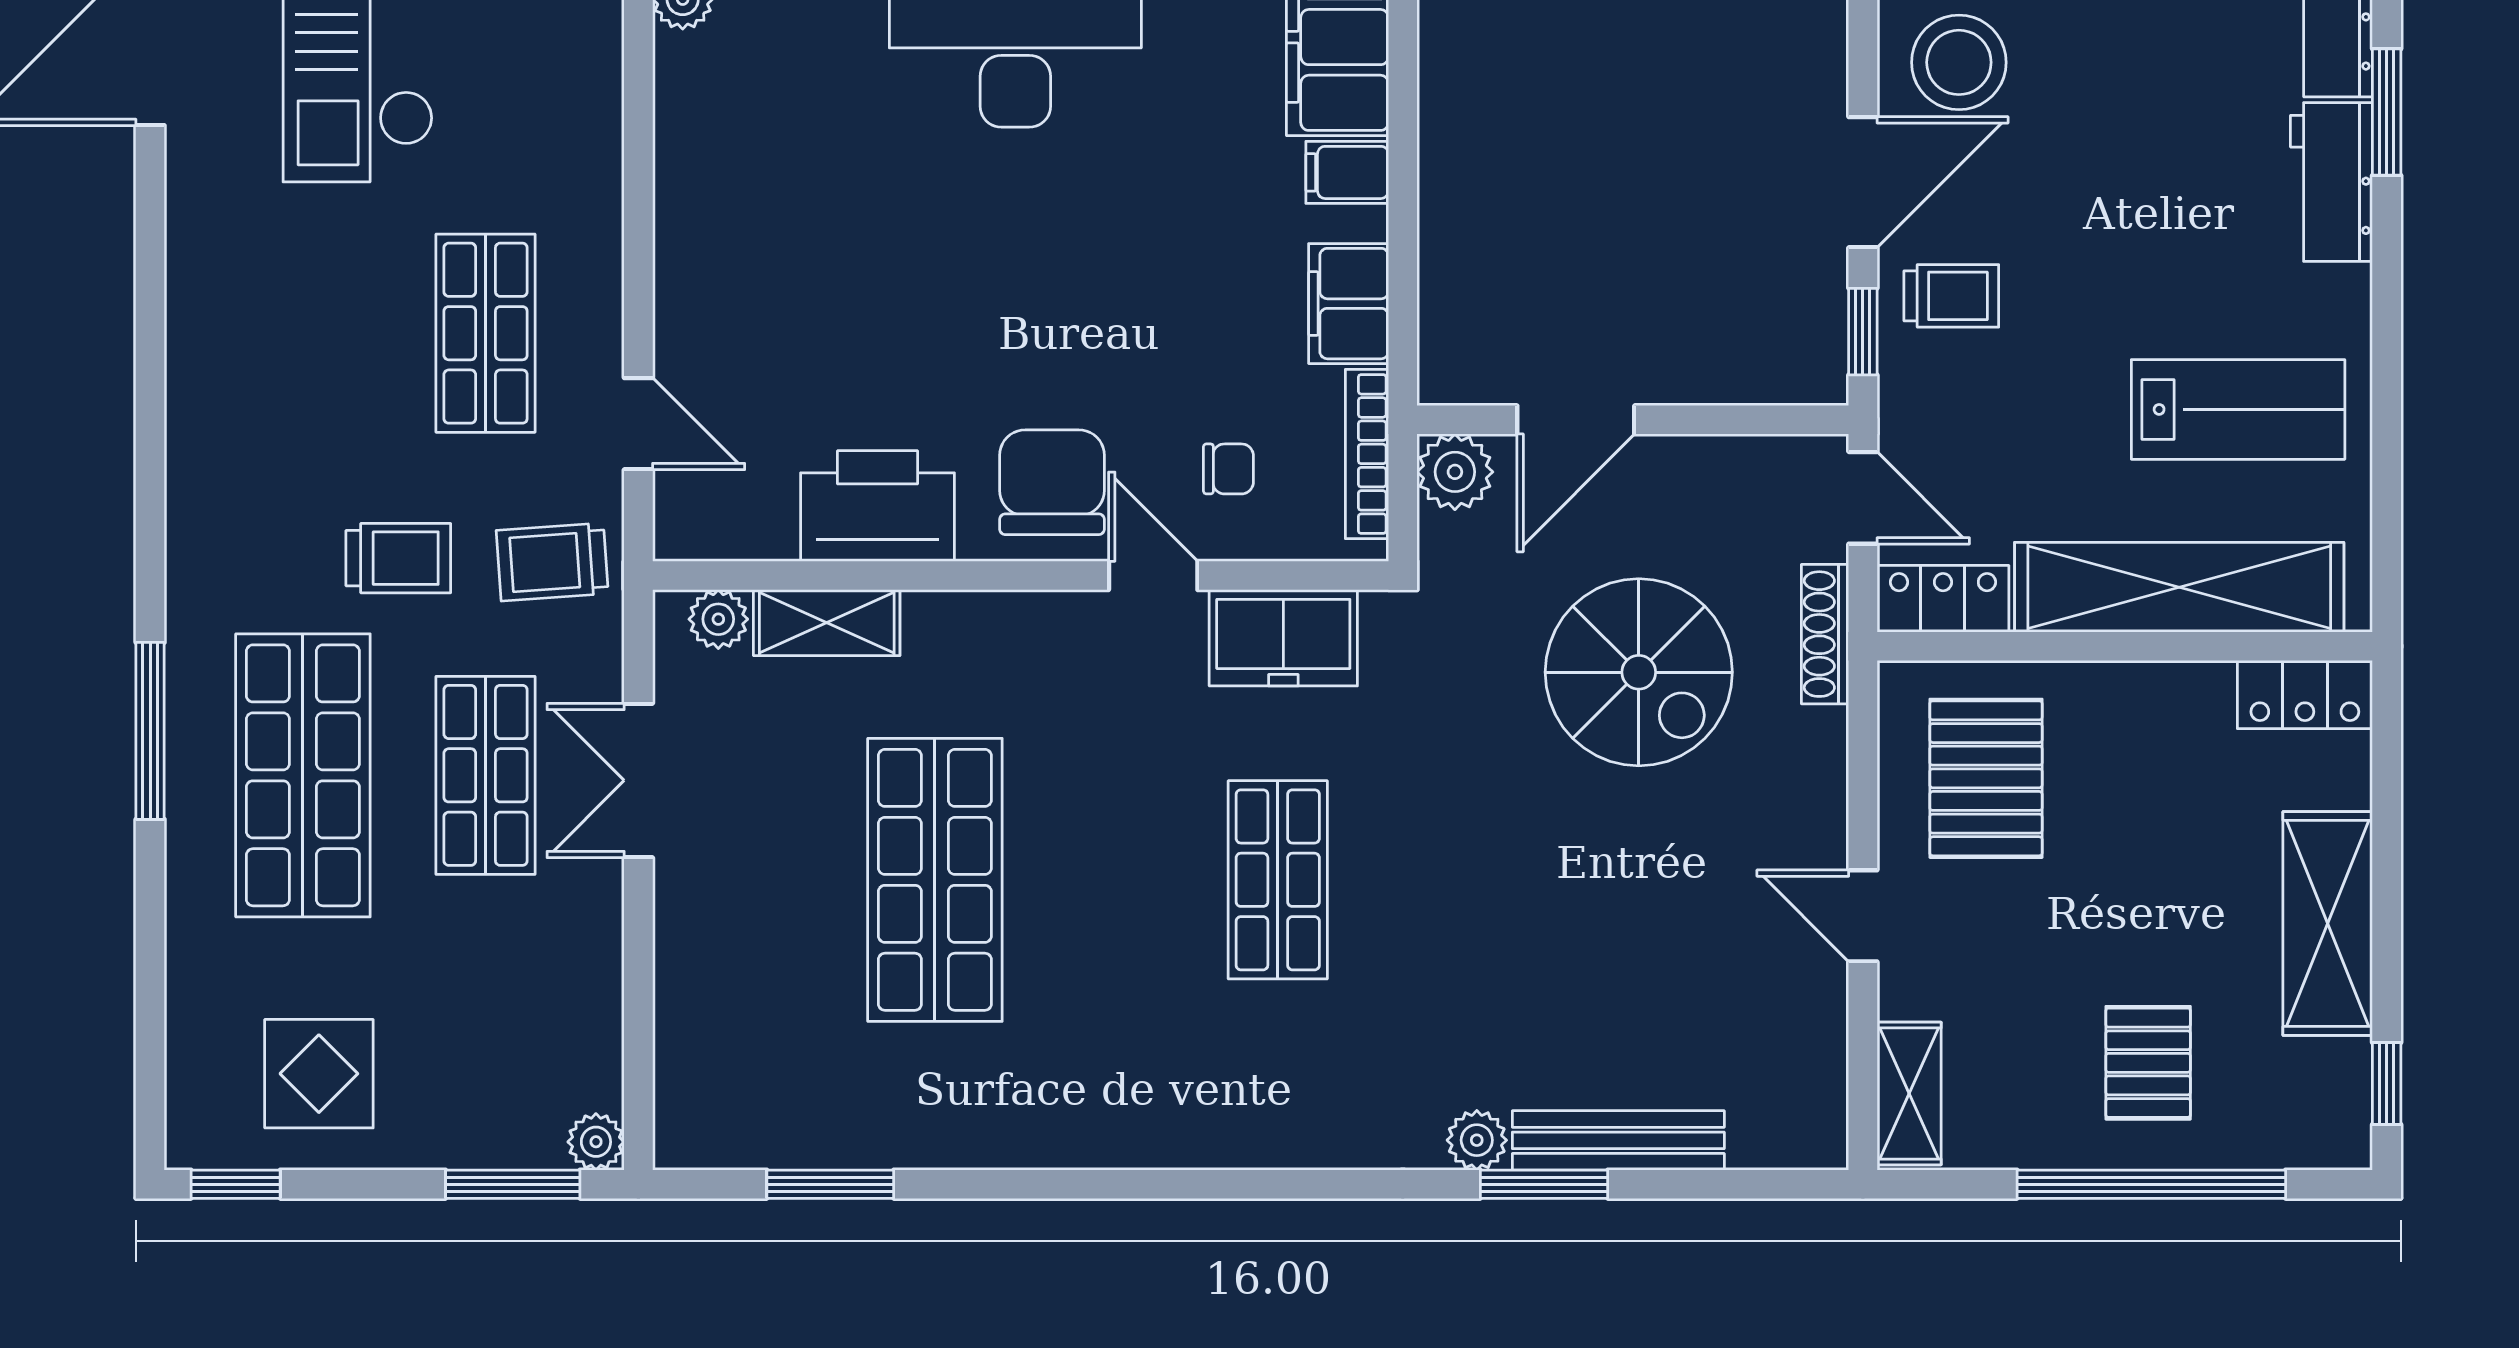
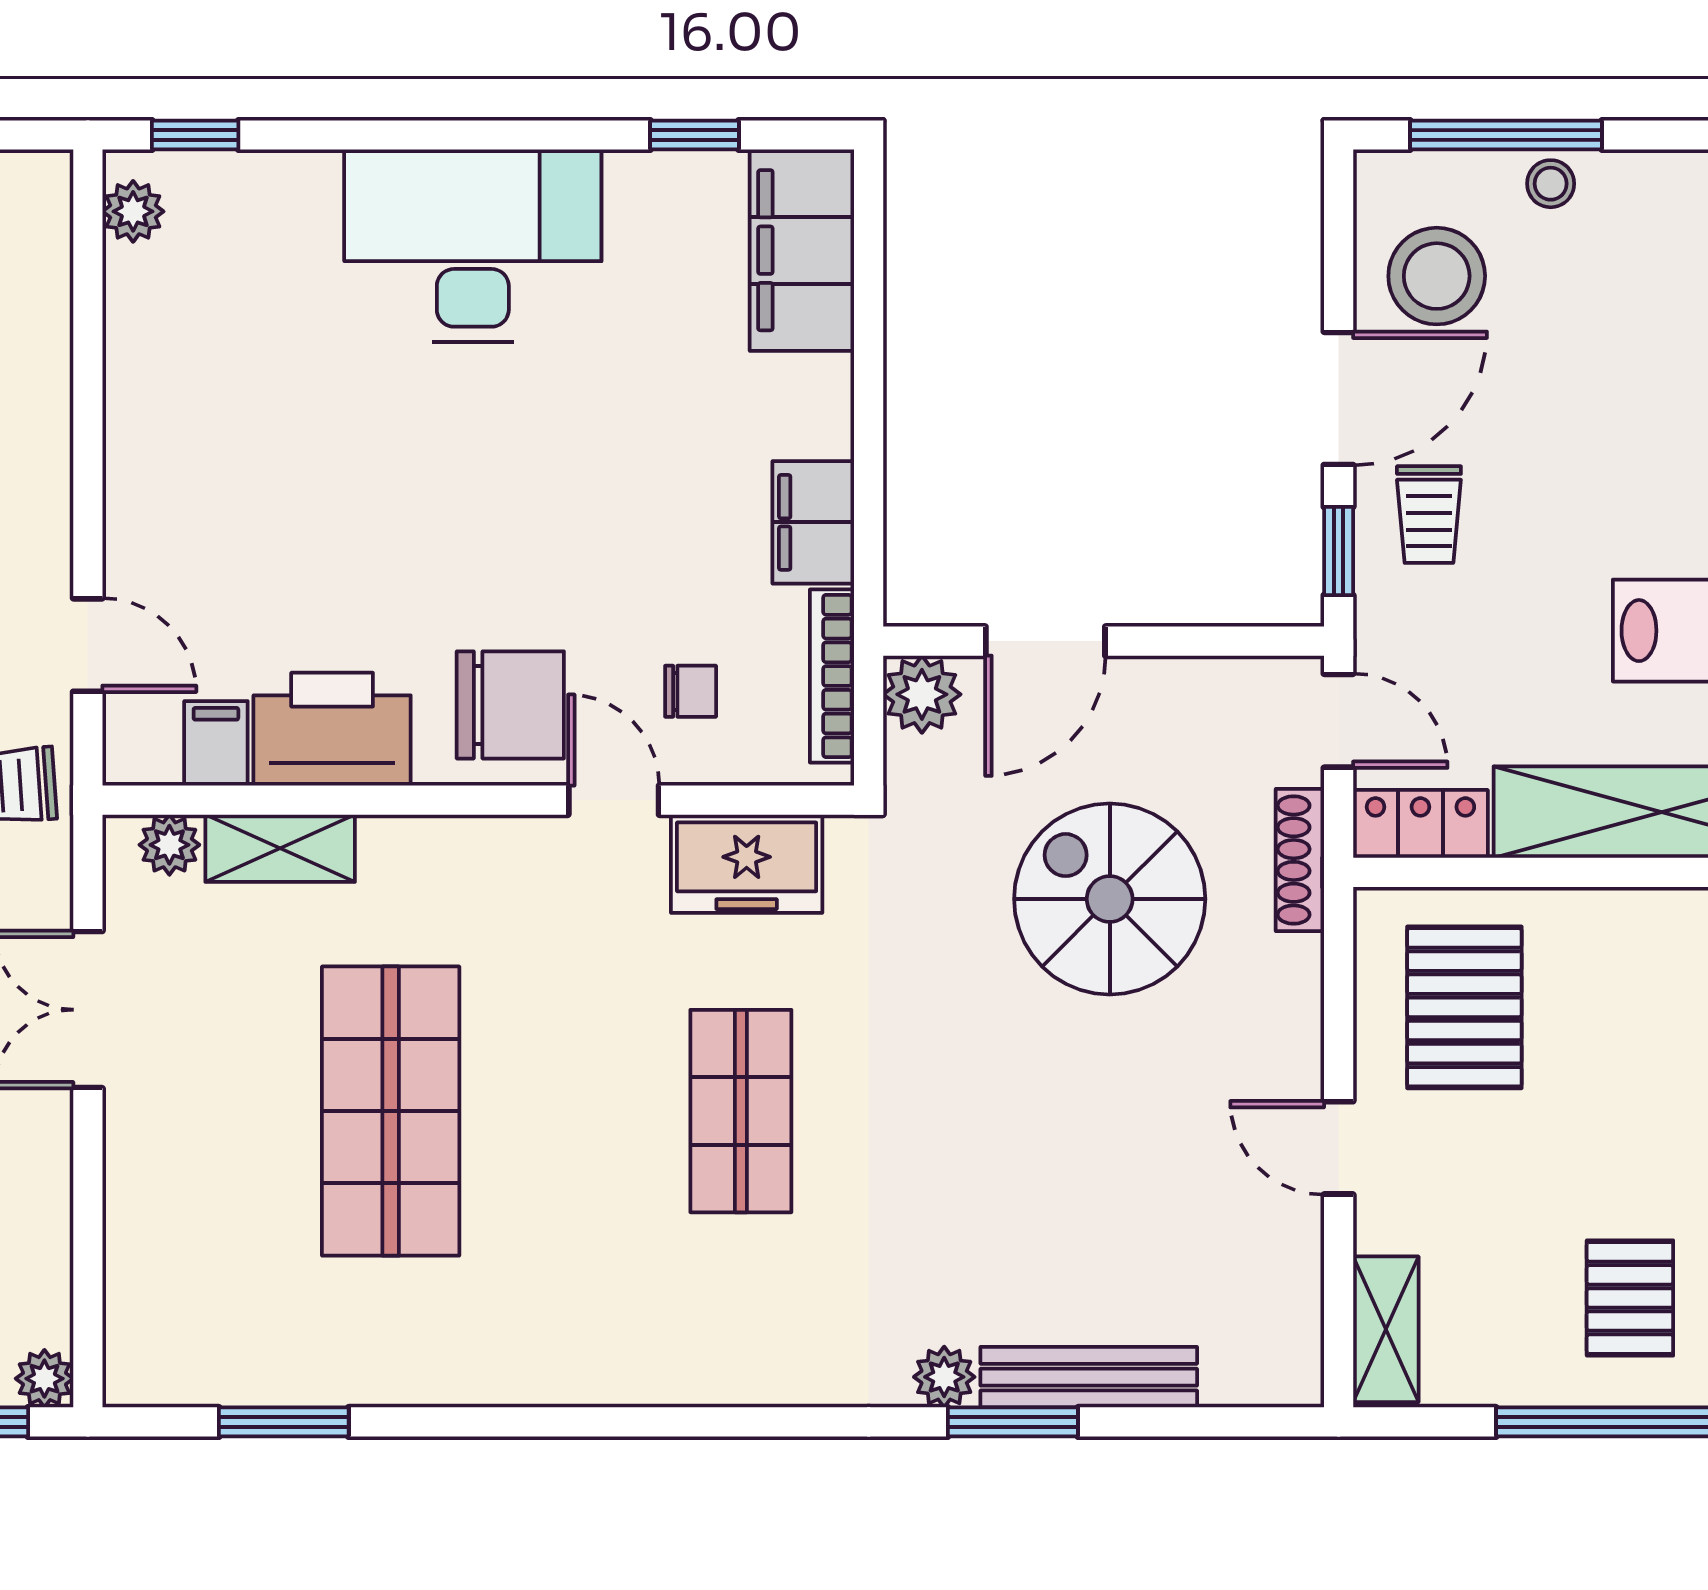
filing cabinet: (1347, 172) -> (216, 743), moved, turned 90
trolley: (1951, 296) -> (1429, 515), turned 90
chair: (1052, 482) -> (510, 705), turned 90
spiral stairs: (1639, 672) -> (1110, 899), turned 180

